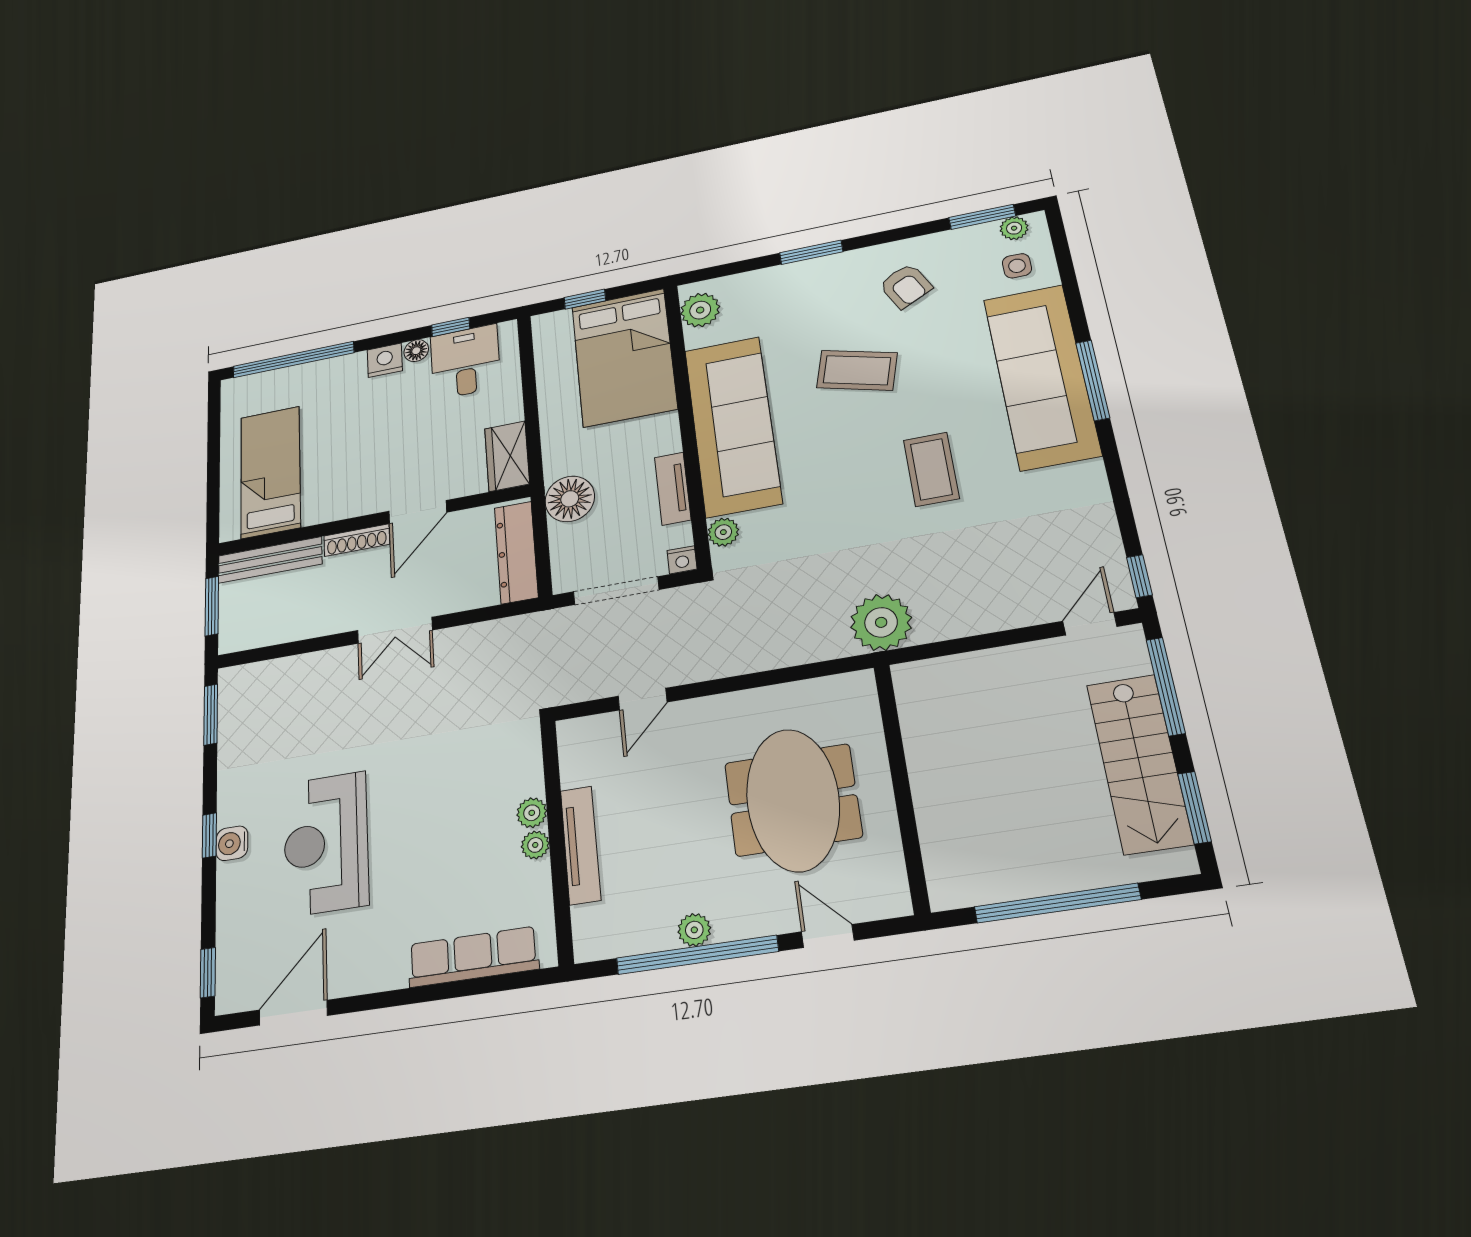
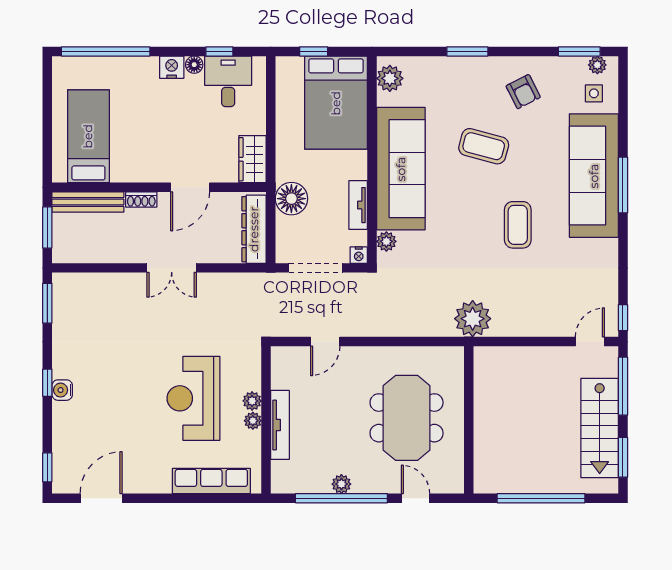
shoe rack: (357, 540) -> (141, 199), width x0.70
reception desk: (326, 843) -> (193, 398), moved

